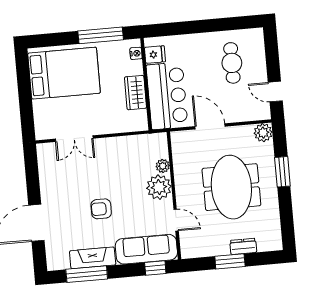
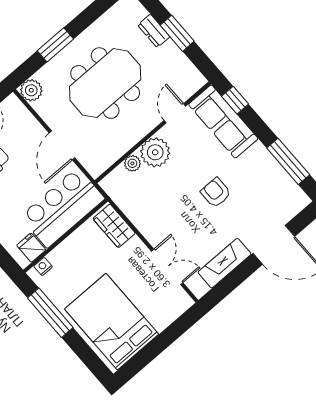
wardrobe: (135, 93) -> (114, 226), moved, turned 90
armchair: (101, 209) -> (216, 193), turned 180
fireplace: (93, 258) -> (225, 263), moved, turned 90

